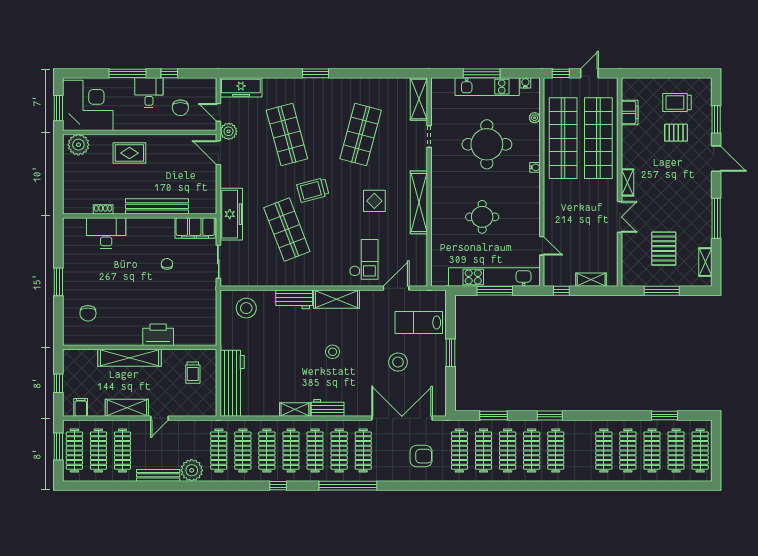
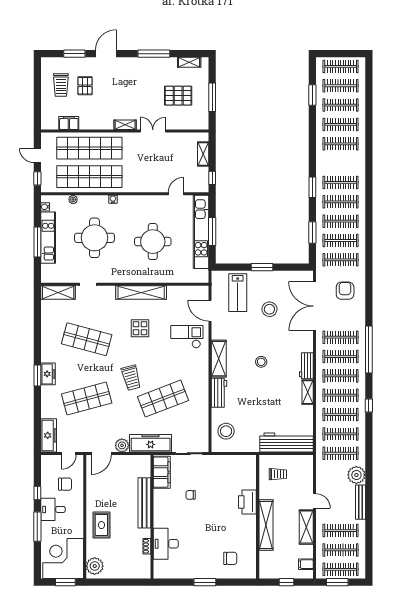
freezer: (318, 87) -> (48, 374), added
plant: (229, 131) -> (122, 445), moved
round table: (482, 217) -> (153, 242), width x1.36, depth x1.36

